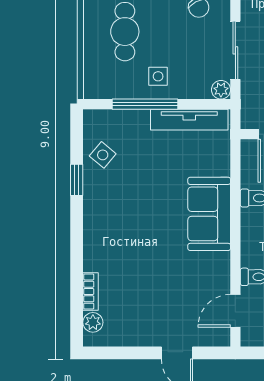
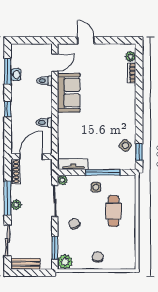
tv unit: (189, 120) -> (73, 164), width x0.71
window: (77, 180) -> (139, 152), moved
sofa: (209, 214) -> (69, 93), moved

